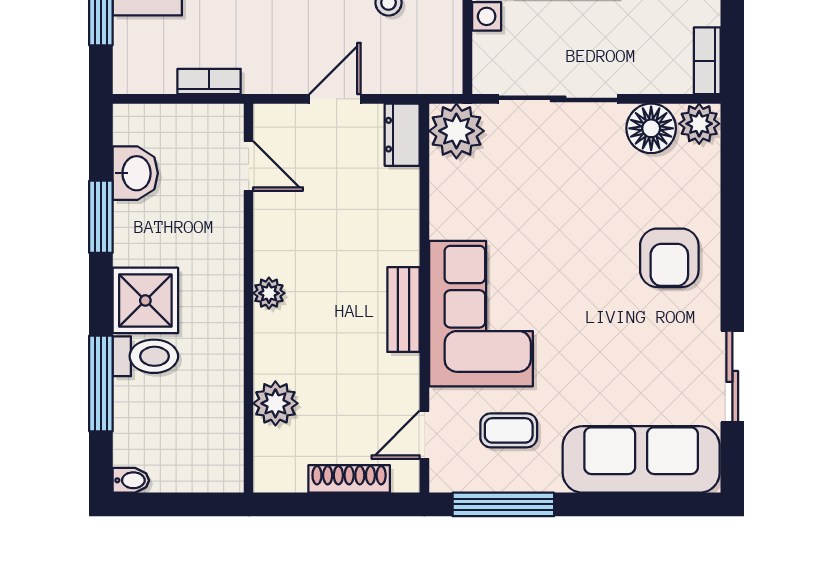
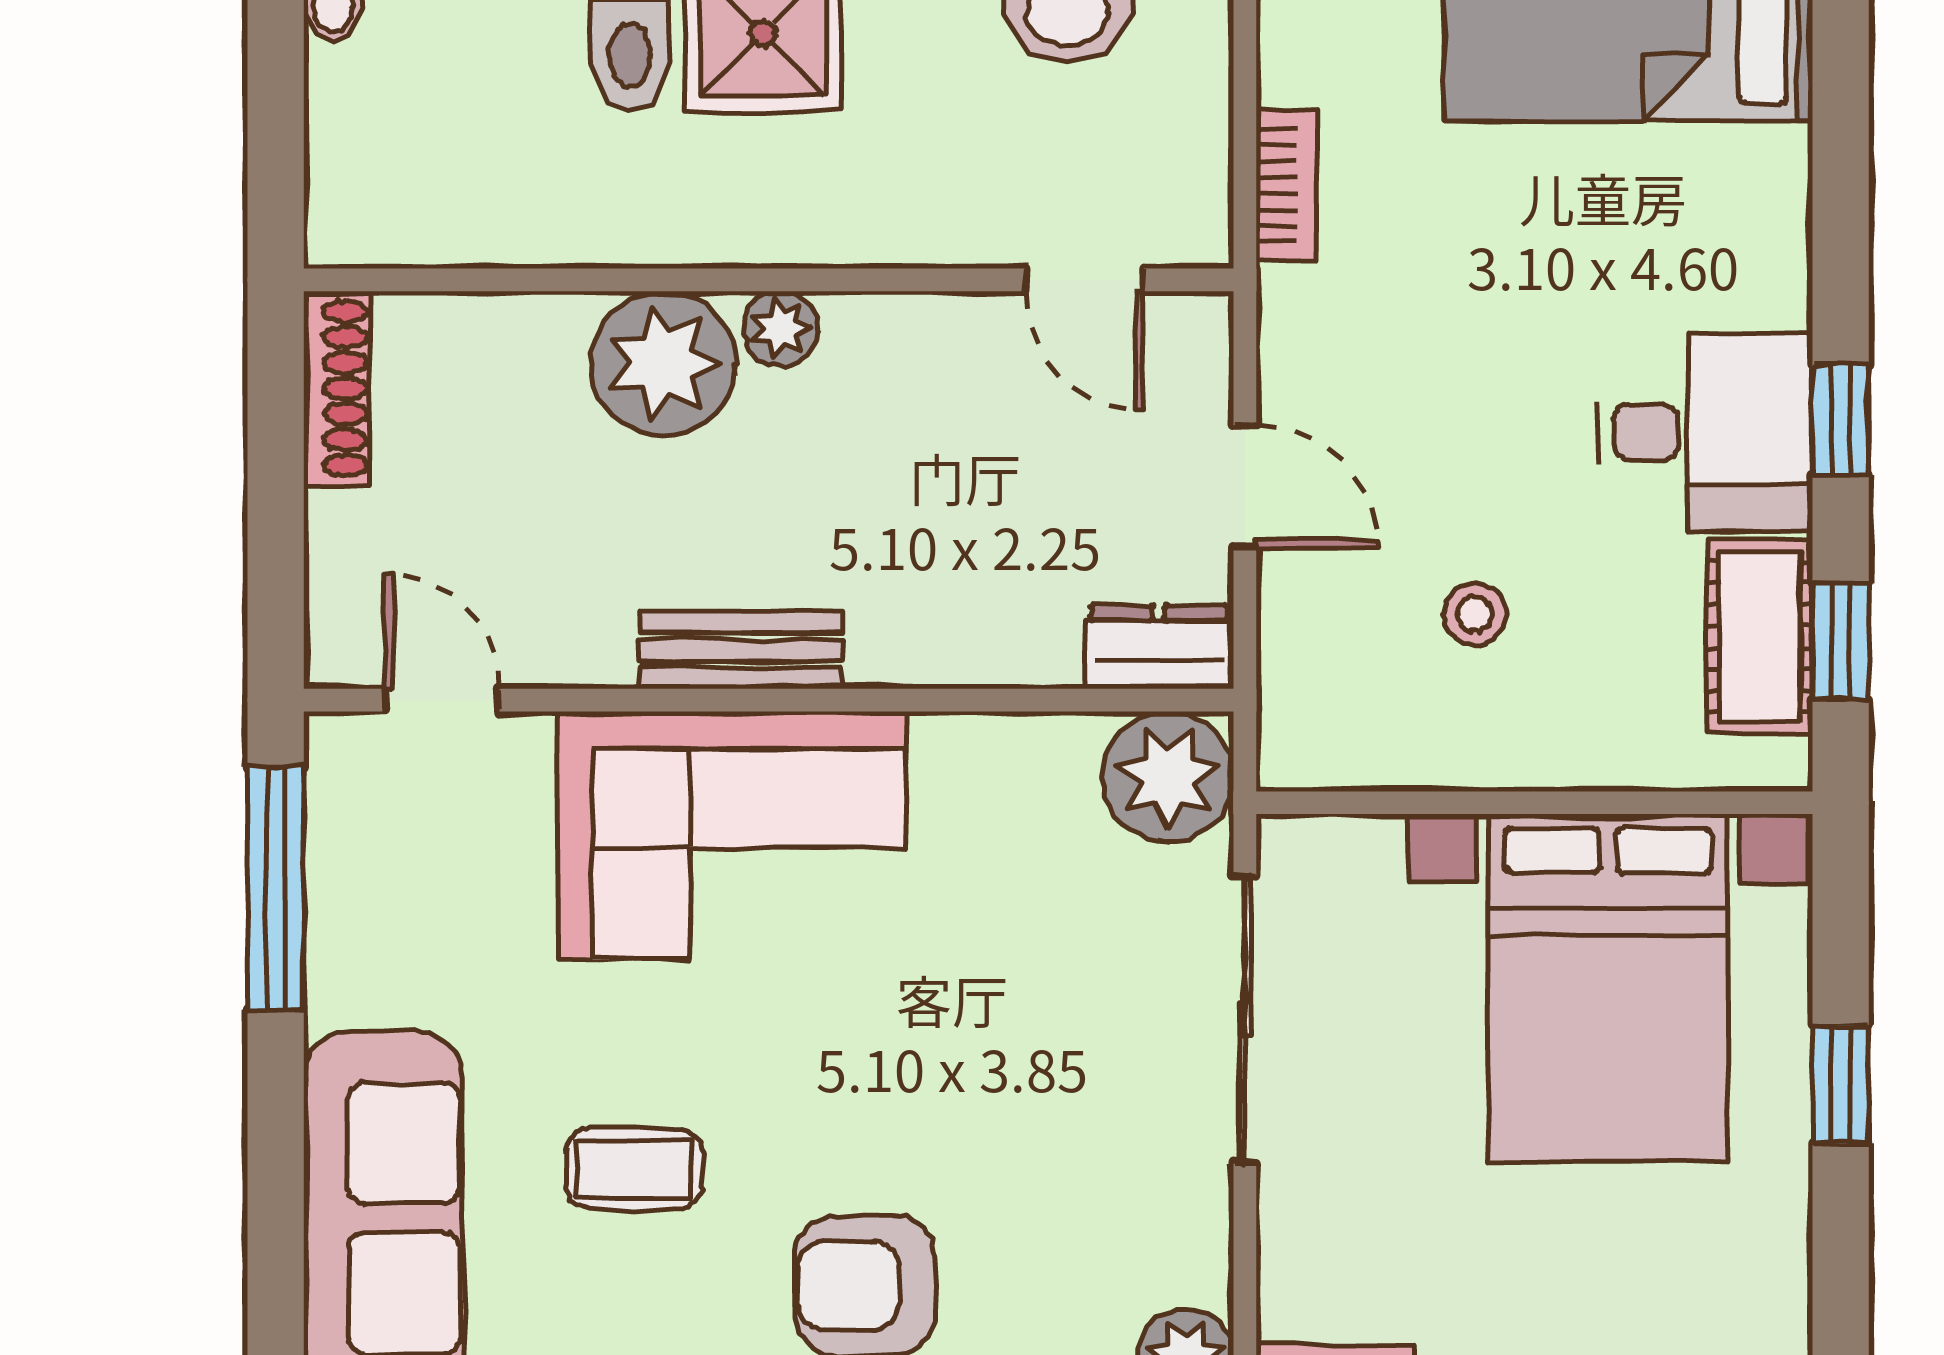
floor lamp: (651, 128) -> (1174, 1242), removed
door: (249, 166) -> (1084, 280), hinge flipped
plant: (275, 403) -> (663, 363), moved, width x1.36, depth x1.36
coffee table: (509, 430) -> (634, 1169), moved, turned 90
shoe rack: (349, 479) -> (337, 388), moved

